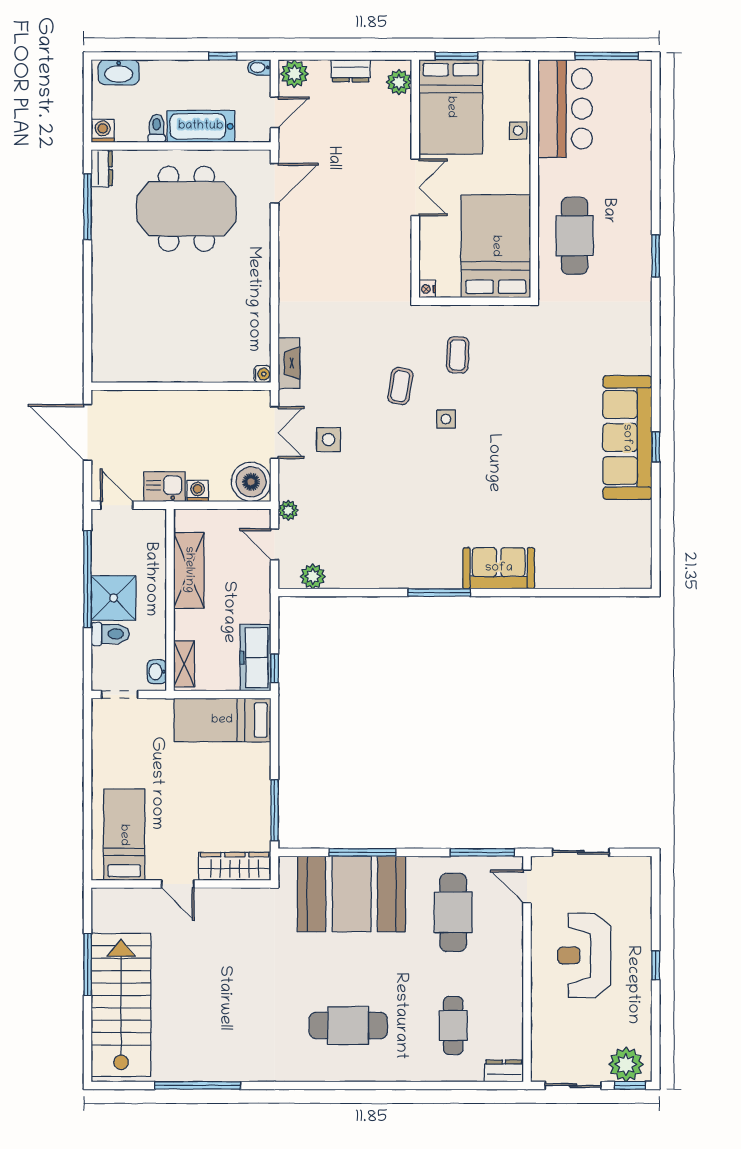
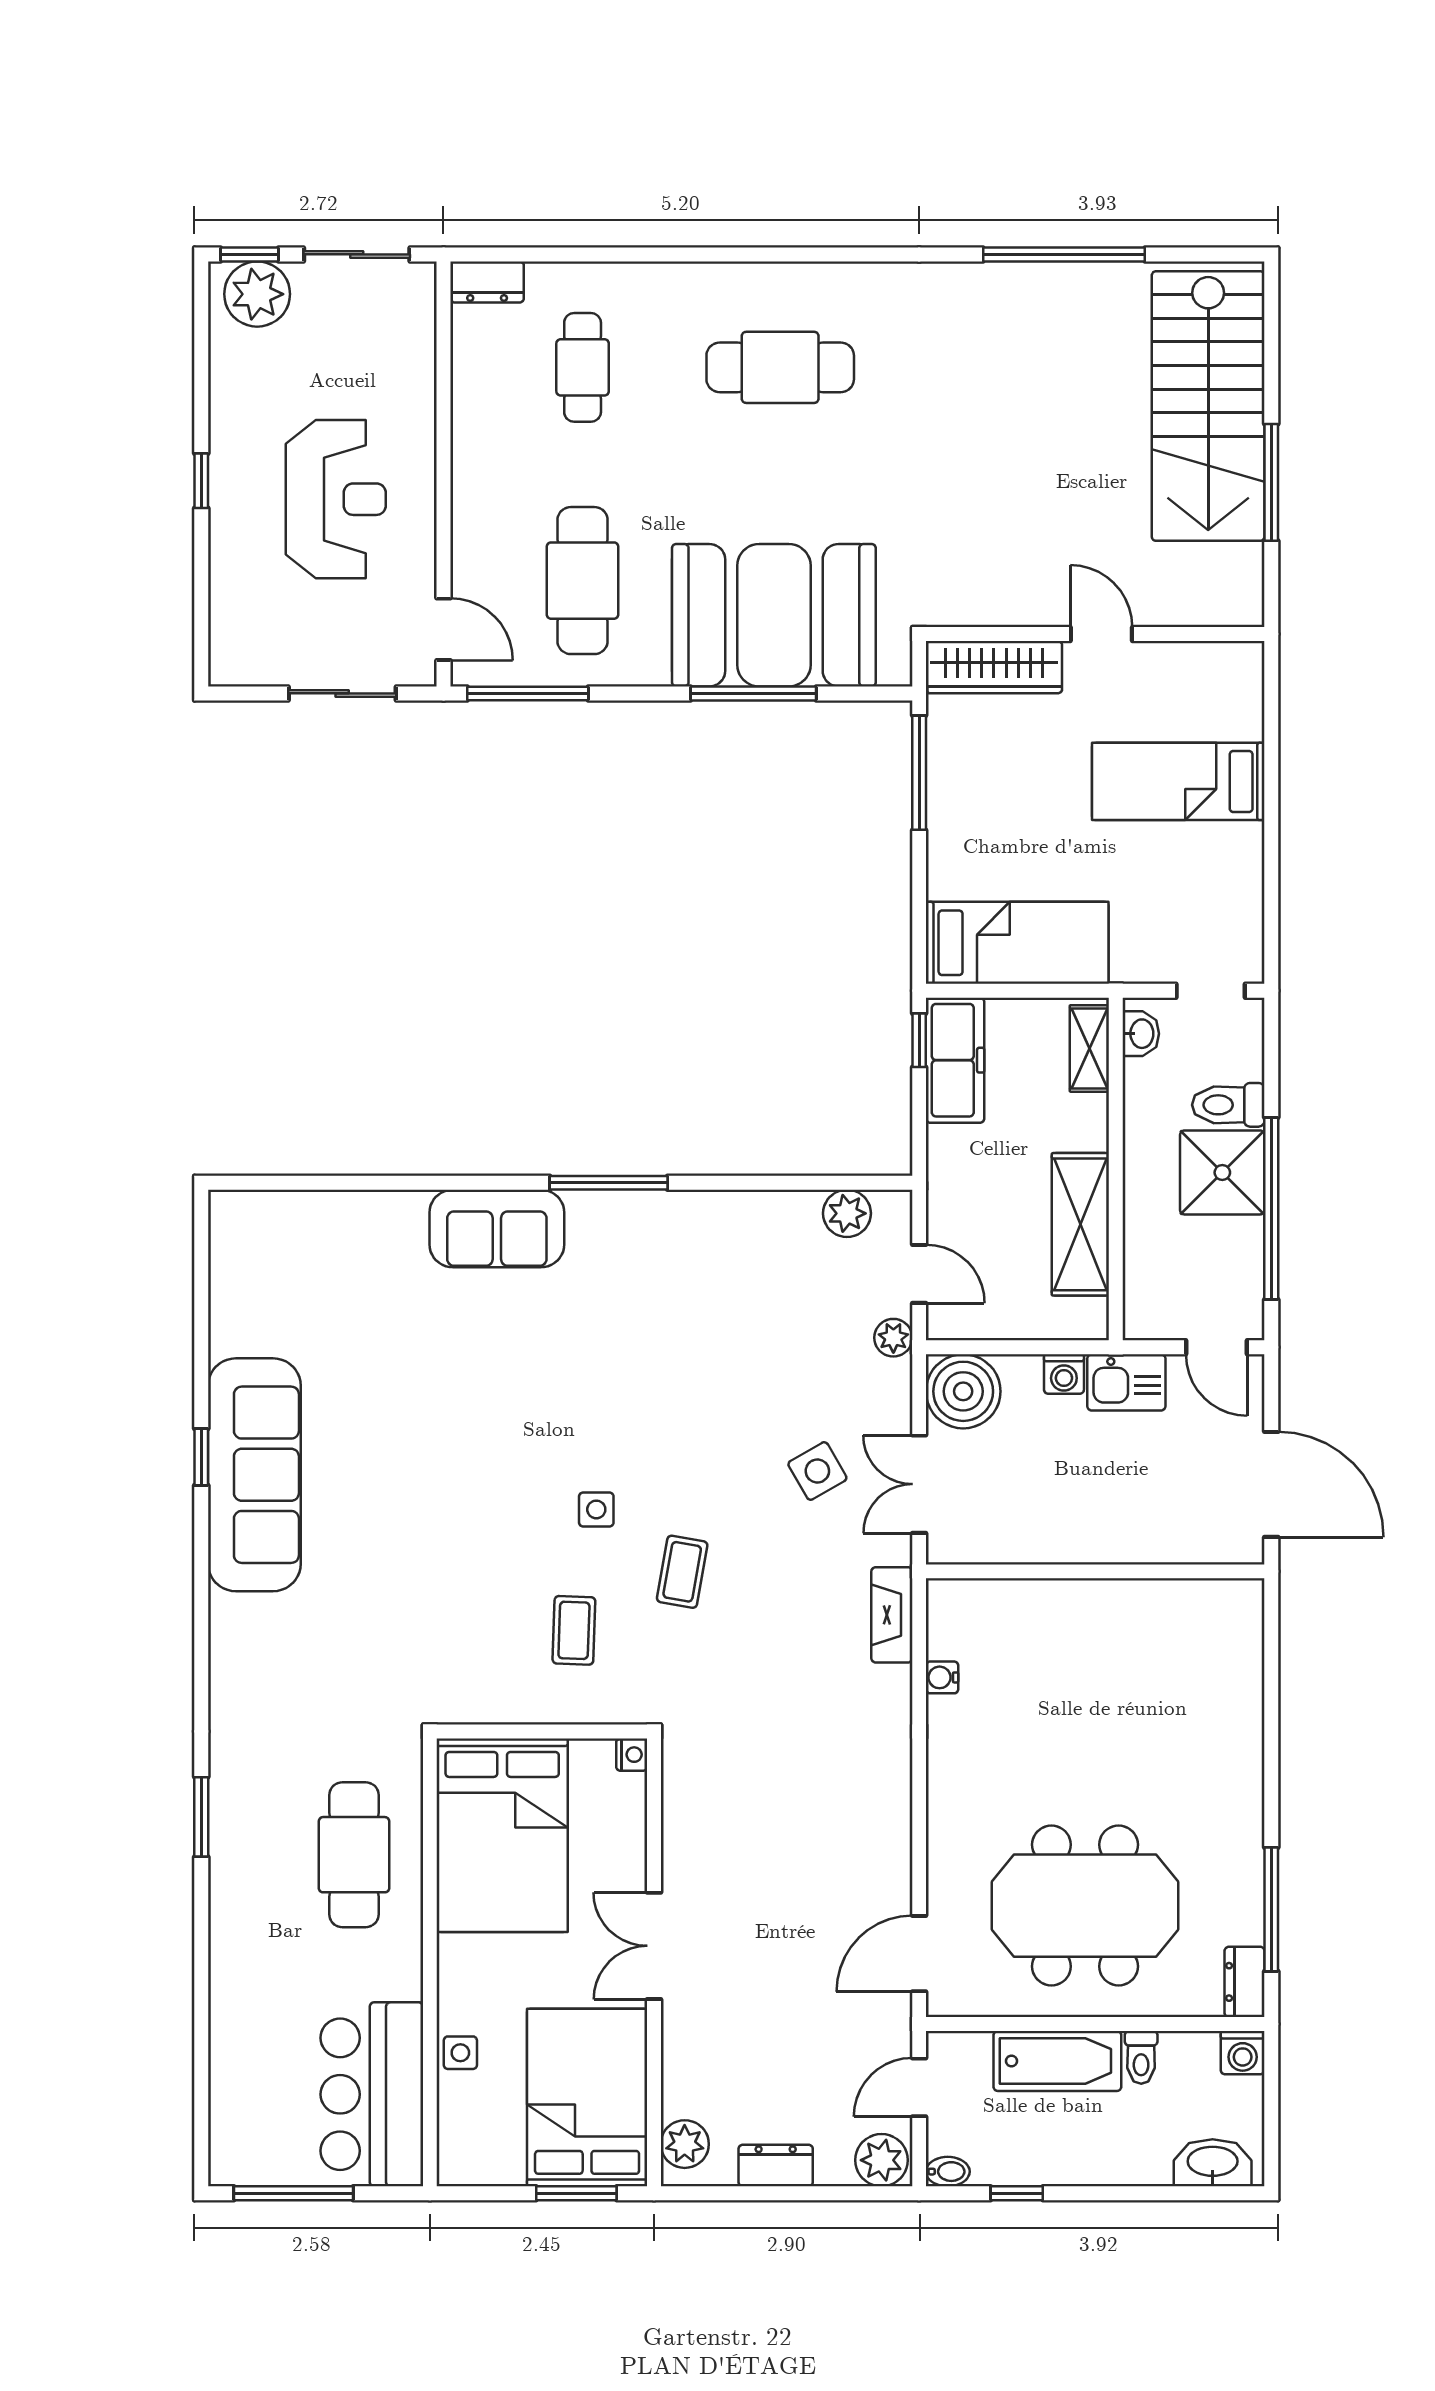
water cooler: (262, 374) -> (942, 1677), moved
side table: (328, 440) -> (817, 1471), turned -30
bed: (124, 835) -> (1178, 781), moved, turned 90

